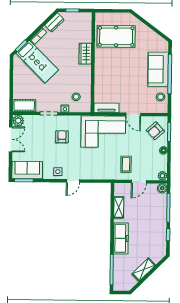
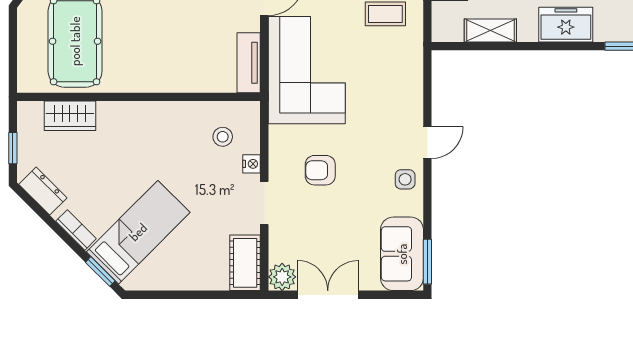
wardrobe: (85, 54) -> (70, 116), moved
door: (73, 181) -> (427, 143), hinge flipped
freezer: (121, 238) -> (566, 25), width x0.71

